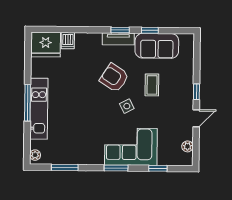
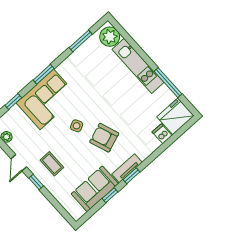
armchair: (114, 78) -> (104, 138), turned -143
coffee table: (152, 85) -> (52, 164), moved
window: (27, 103) -> (168, 83), moved
plant: (35, 155) -> (110, 37), width x1.88, depth x1.88

